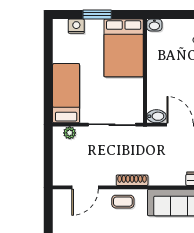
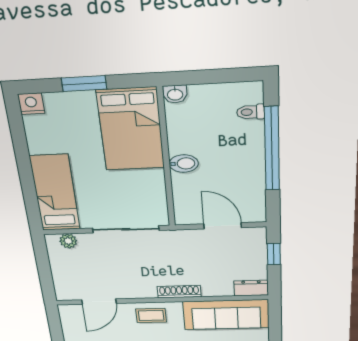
nightstand: (76, 26) -> (31, 104), moved
bidet: (156, 116) -> (184, 164), moved
shoe rack: (132, 180) -> (179, 292), moved

